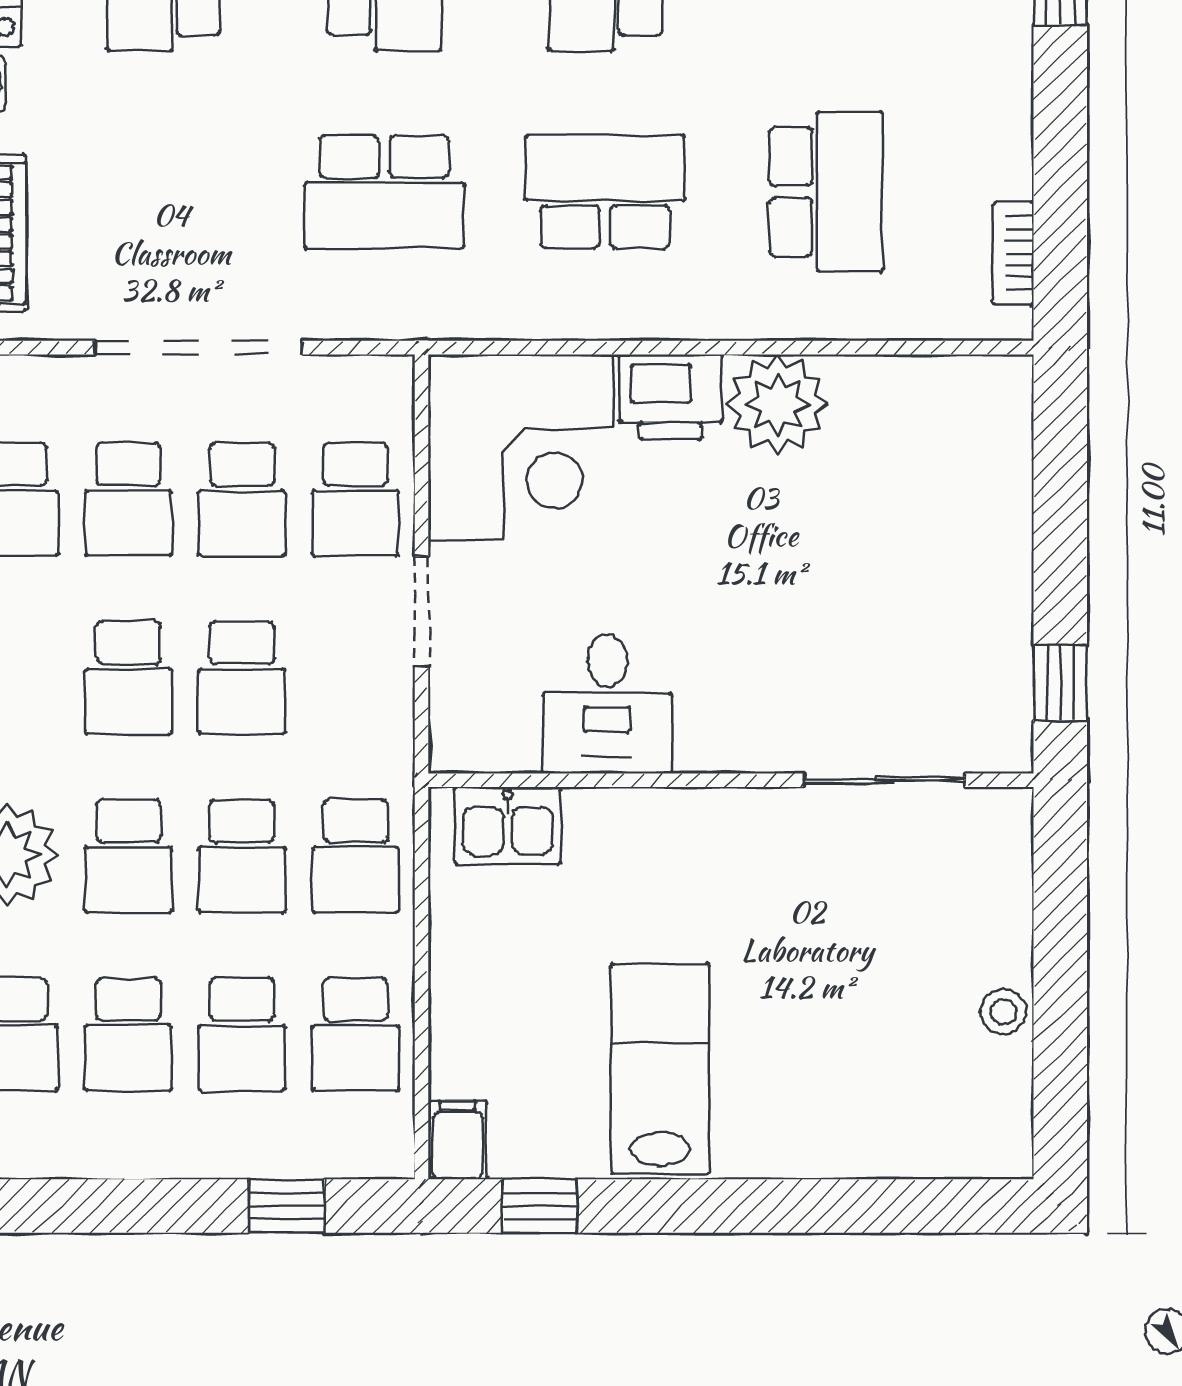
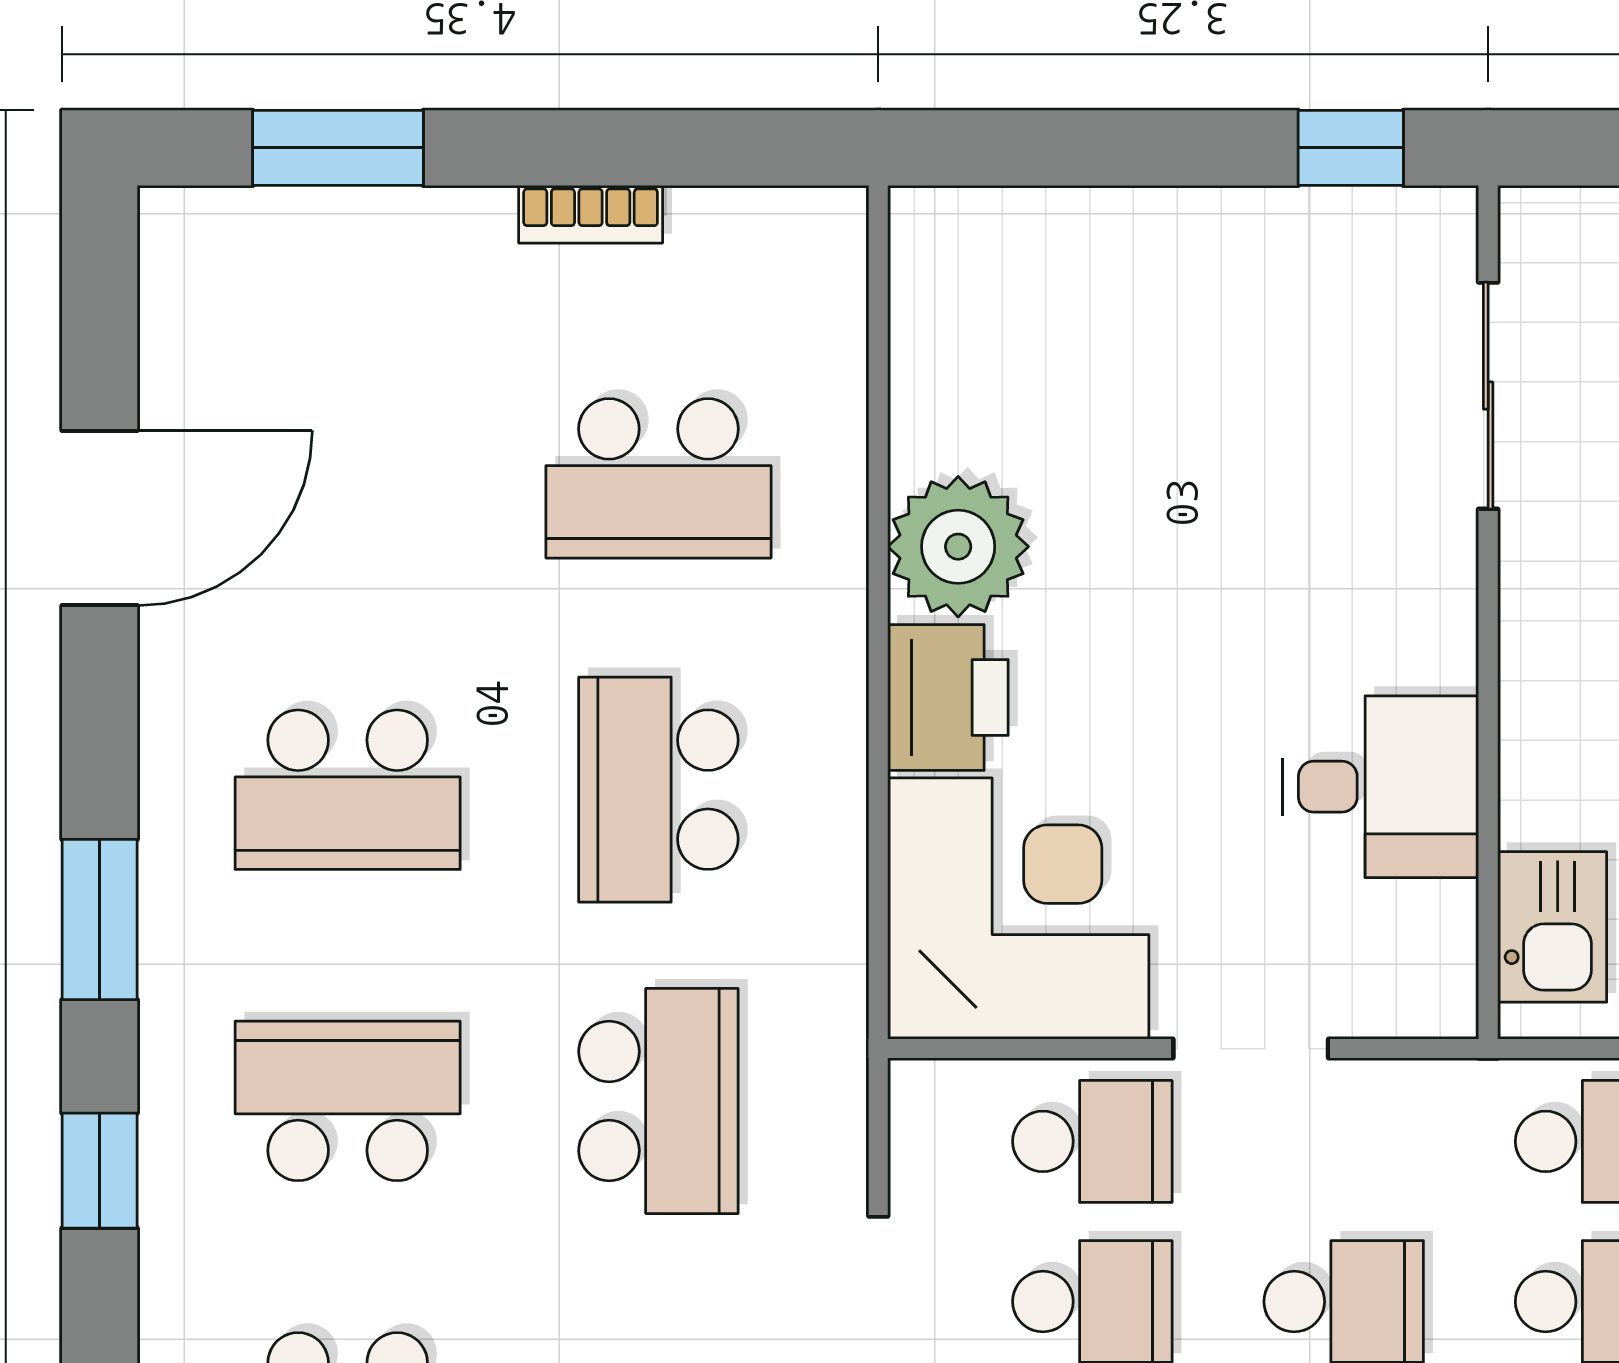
school desk: (826, 192) -> (658, 478), turned 180
bookcase: (1013, 253) -> (591, 214), moved

